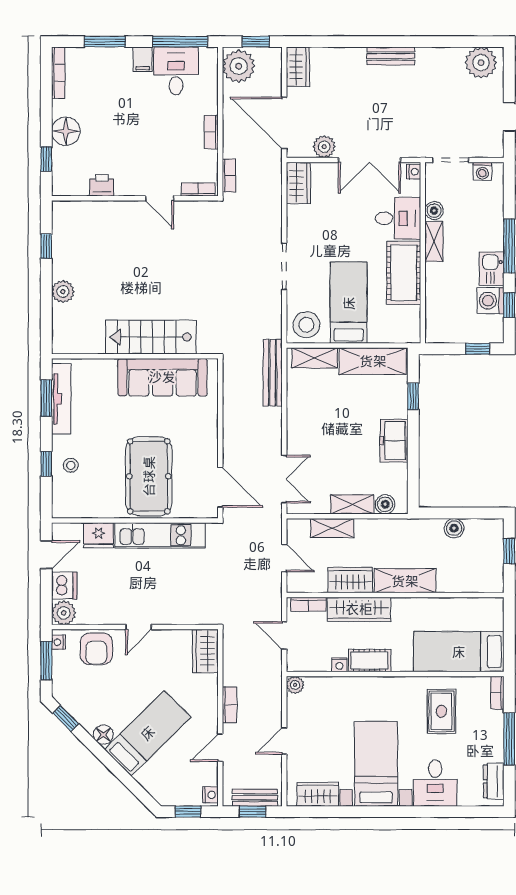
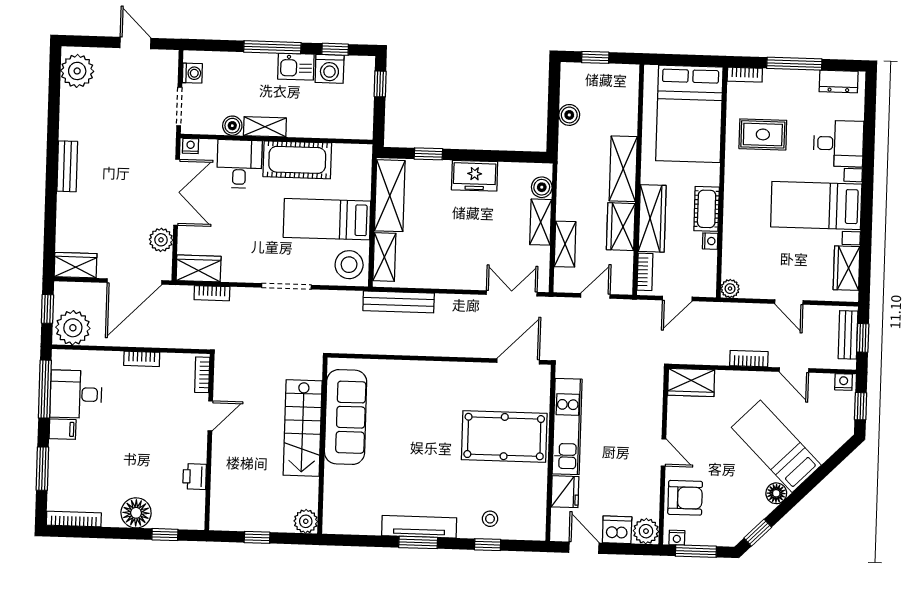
bookcase: (229, 175) -> (212, 293), moved, turned 180
stairs: (151, 337) -> (303, 428), moved
wall: (135, 356) -> (322, 446), moved
sofa: (162, 377) -> (346, 417), moved
bed: (459, 652) -> (689, 114), width x1.50

